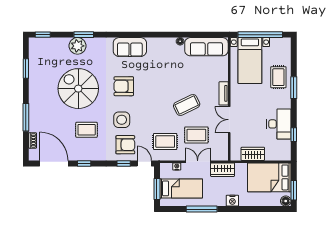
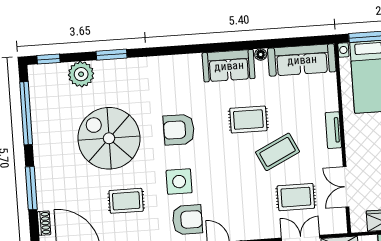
plant: (78, 46) -> (81, 74), moved
sofa: (130, 47) -> (229, 66), moved
window: (26, 69) -> (26, 113), width x2.11
double door: (229, 120) -> (346, 187), moved
rug: (165, 142) -> (248, 120), moved

